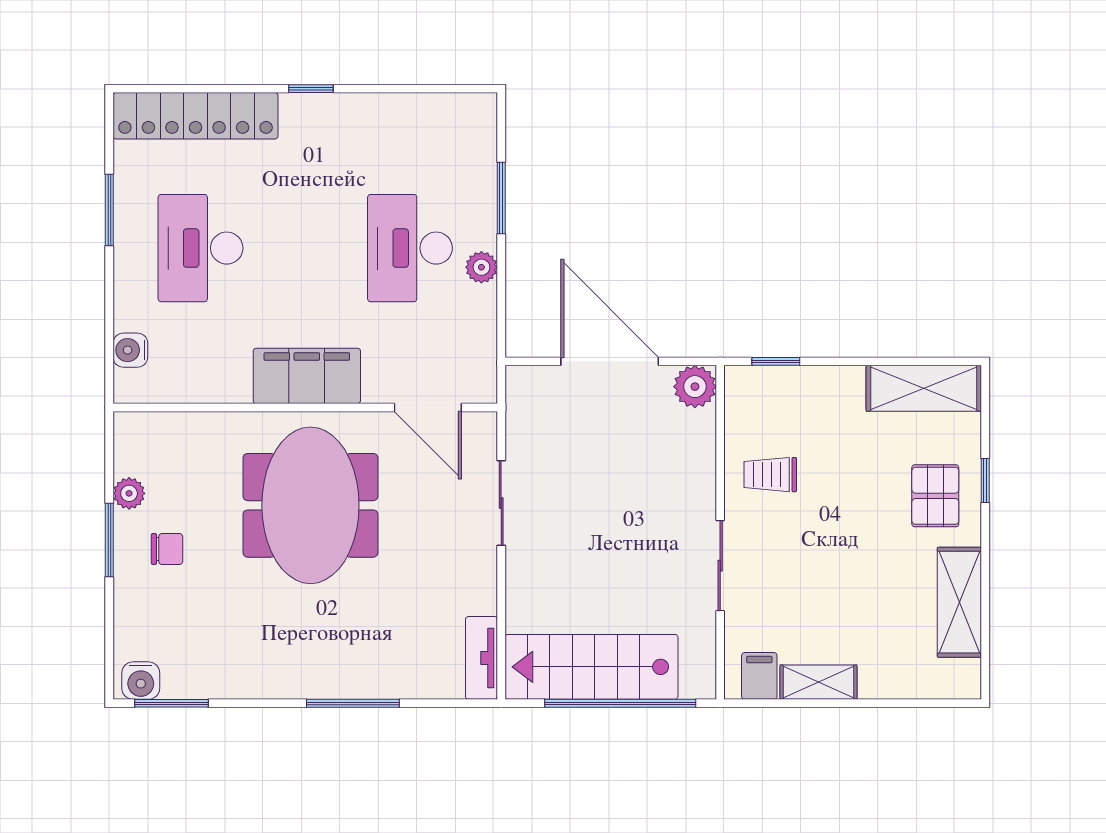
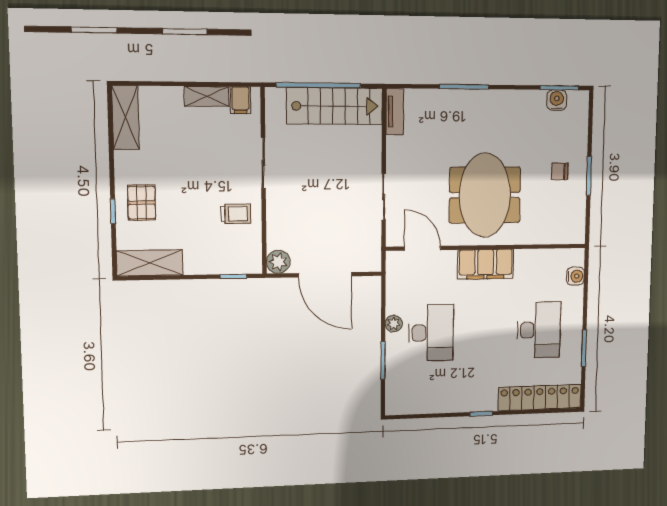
plant: (129, 493) -> (578, 201), removed
shelving: (959, 602) -> (125, 118), moved
water cooler: (141, 681) -> (557, 100), moved

